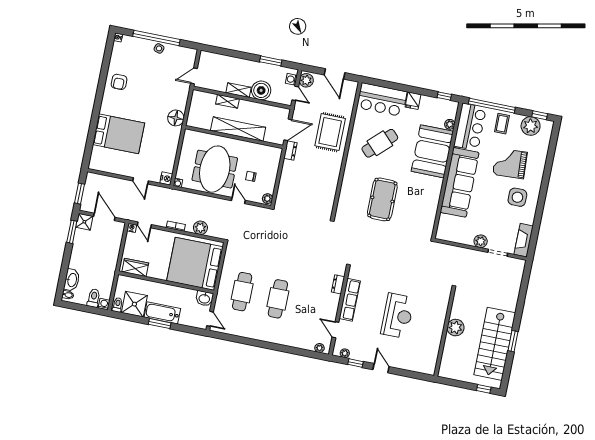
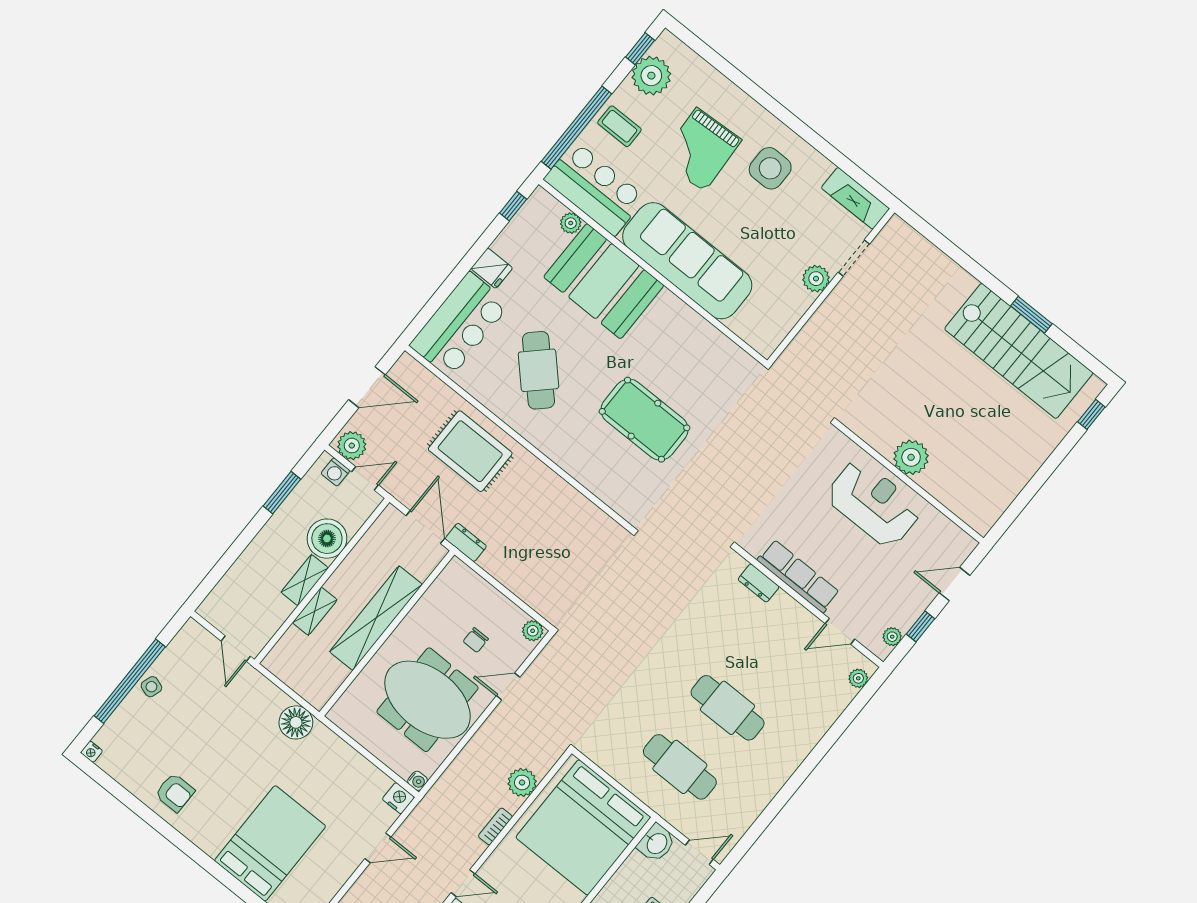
plant: (456, 328) -> (911, 457), moved
wall: (445, 332) -> (909, 482), moved

